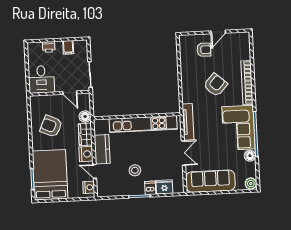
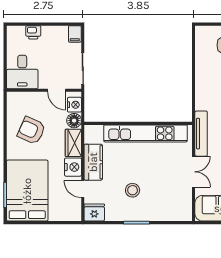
filing cabinet: (68, 47) -> (75, 34), moved
nightstand: (89, 187) -> (74, 105), moved
fridge: (164, 187) -> (94, 212), moved
dishwasher: (150, 188) -> (150, 213), removed

